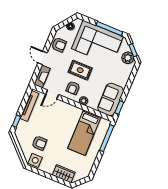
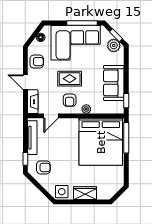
sofa: (111, 99) -> (114, 83), moved
bed: (84, 133) -> (101, 142), width x2.04
armchair: (39, 143) -> (43, 167), moved
wardrobe: (64, 174) -> (85, 193), moved

